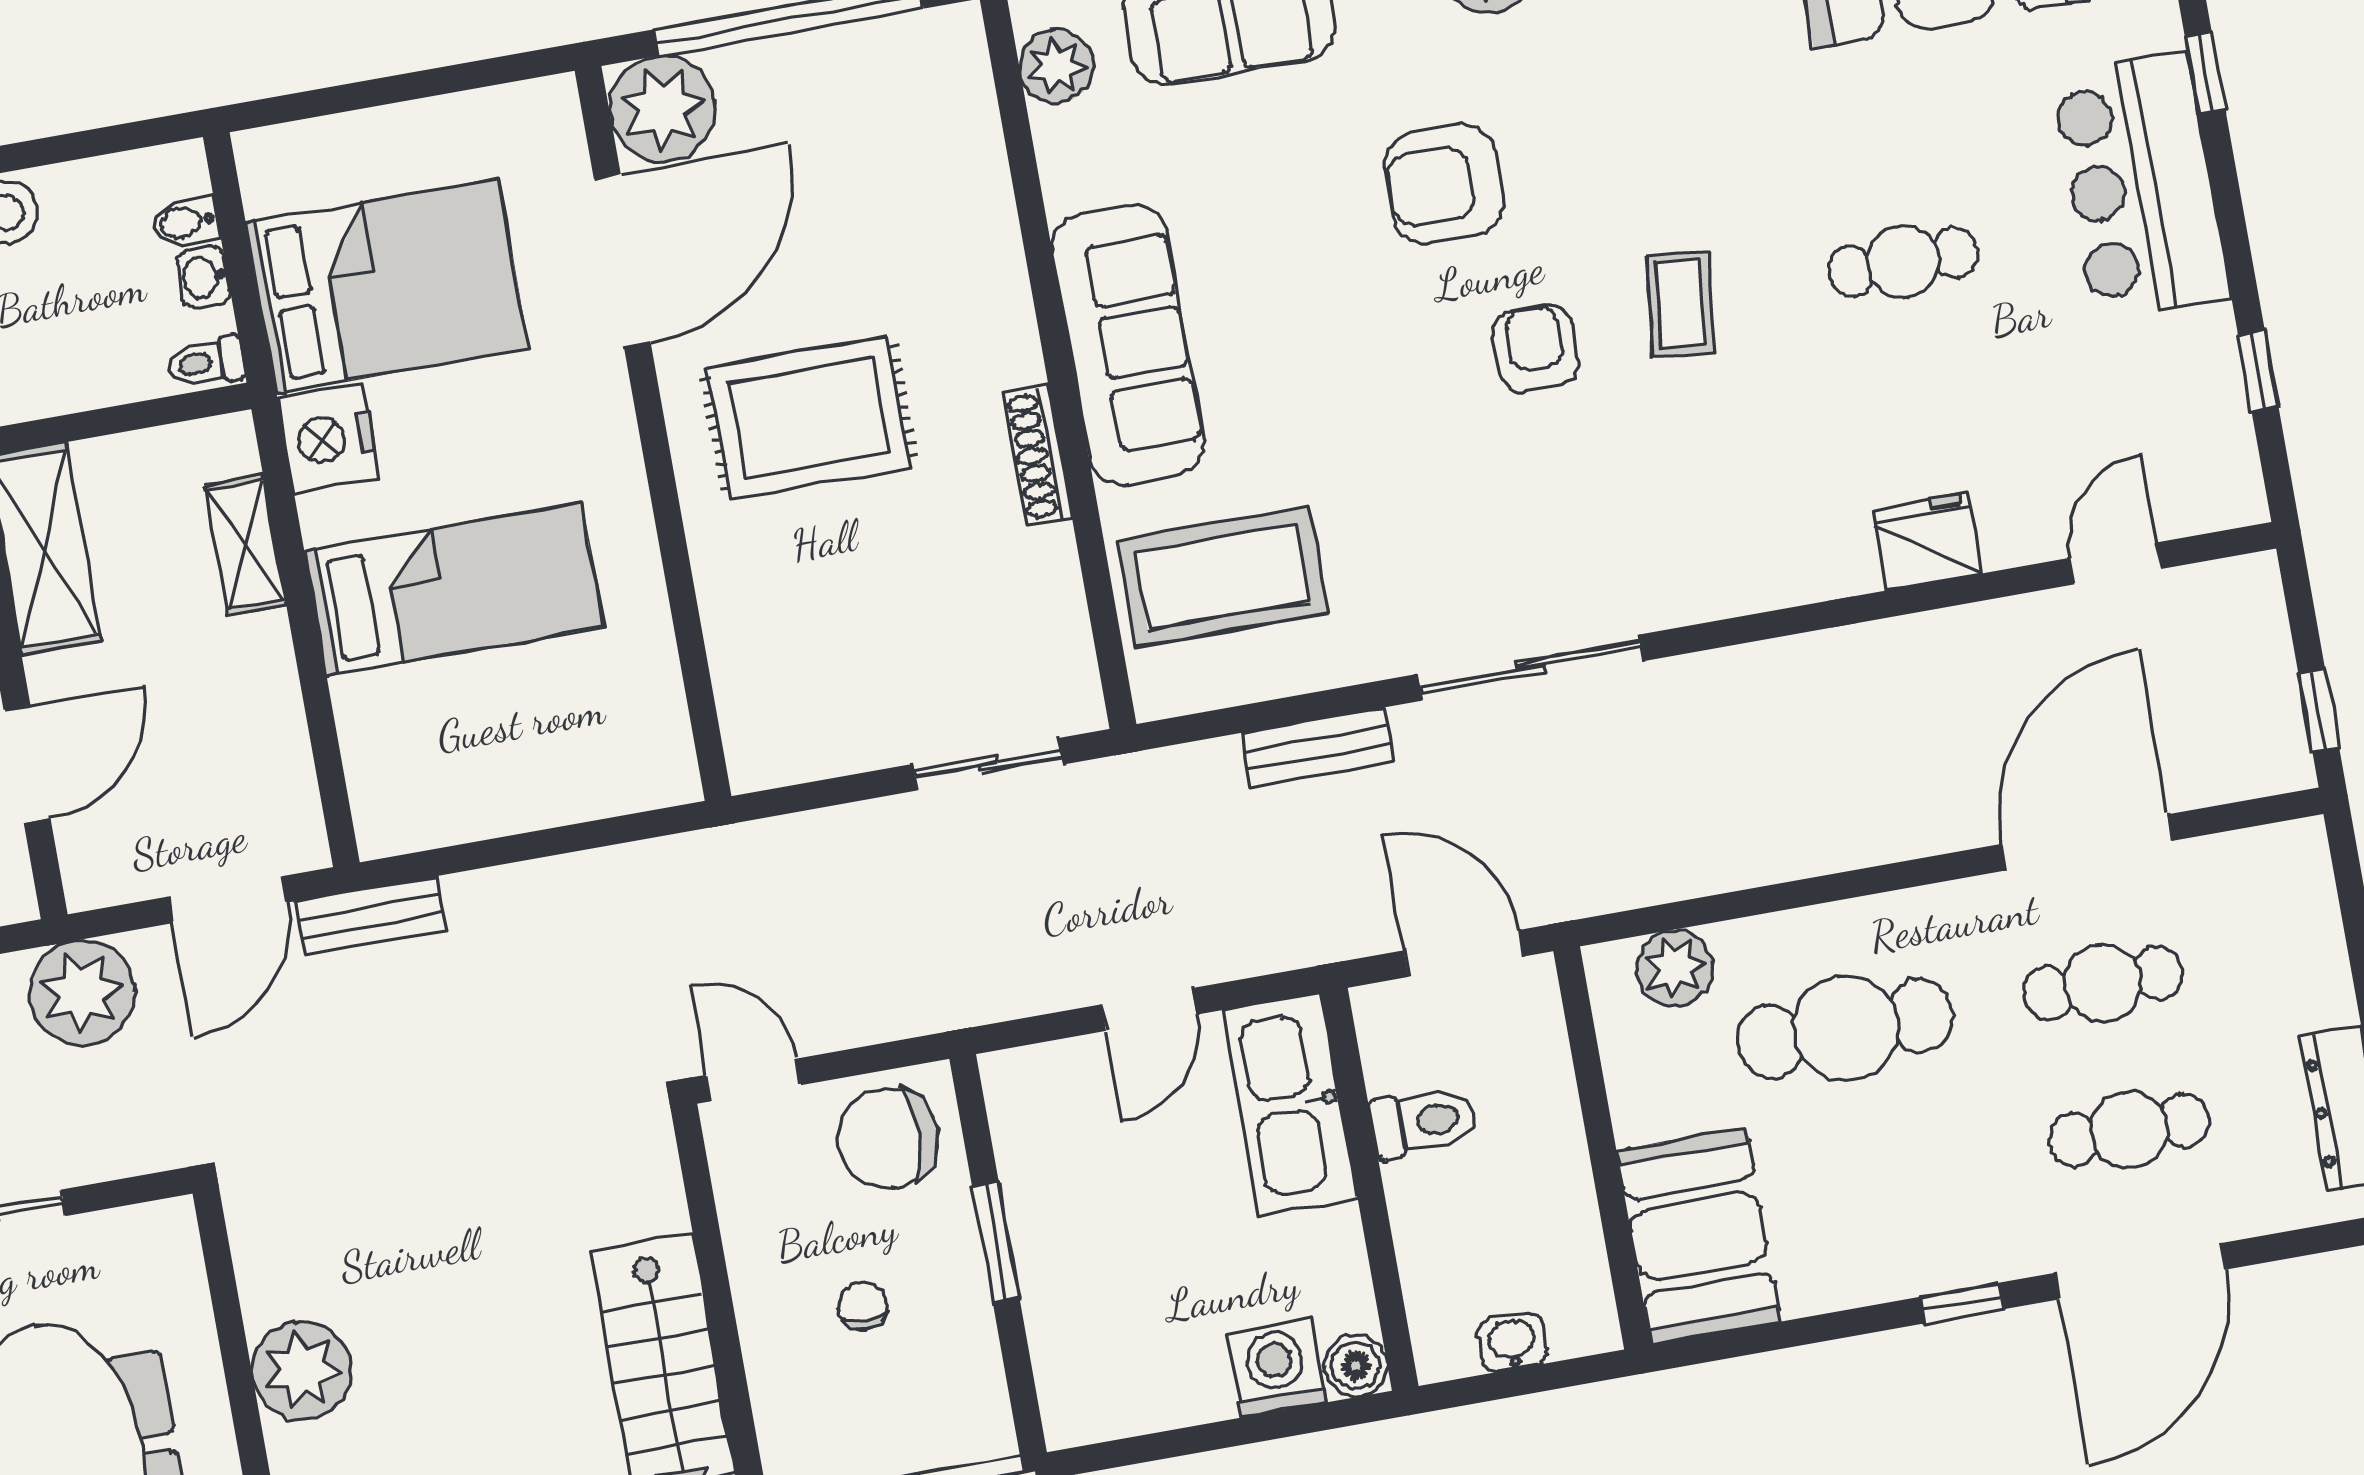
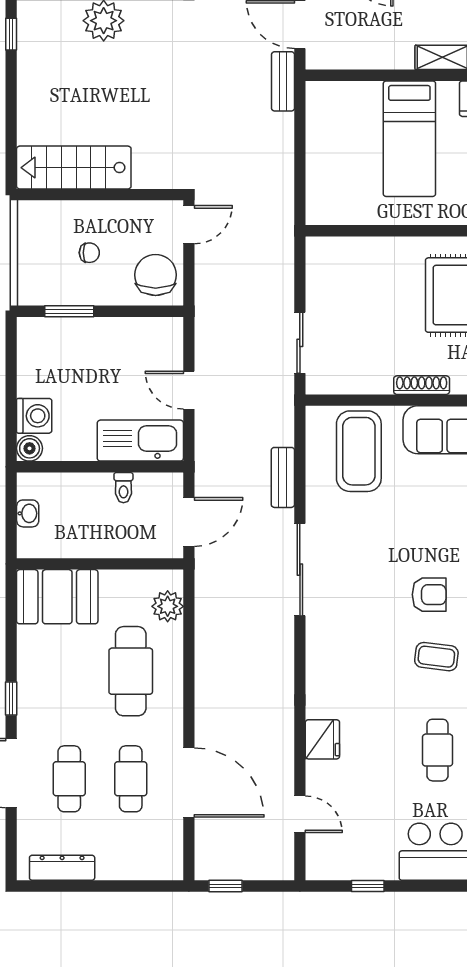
toilet: (1424, 1122) -> (123, 488), width x0.73, depth x0.72
window: (996, 1242) -> (69, 311), moved

